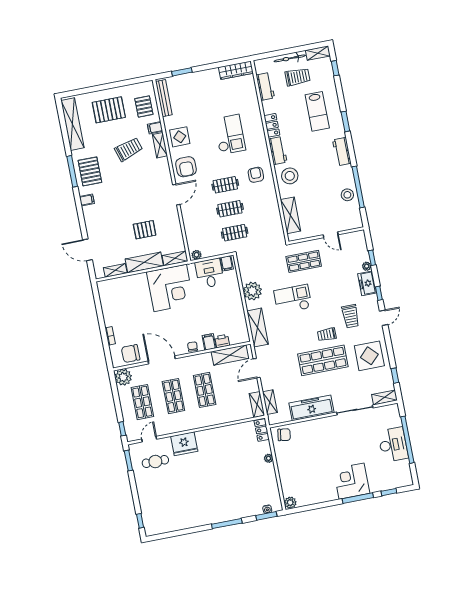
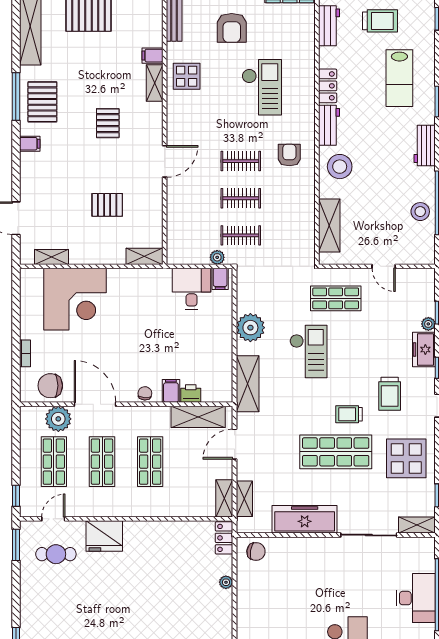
pallet: (144, 106) -> (108, 123), moved
trolley: (129, 149) -> (107, 80), removed
armchair: (186, 167) -> (232, 28), moved
plant: (197, 255) -> (217, 257), moved
shelving: (144, 262) -> (97, 254), removed
corner desk: (170, 288) -> (75, 299), moved
checkout: (293, 299) -> (308, 352), turned 90
plant: (123, 377) -> (58, 419), moved

